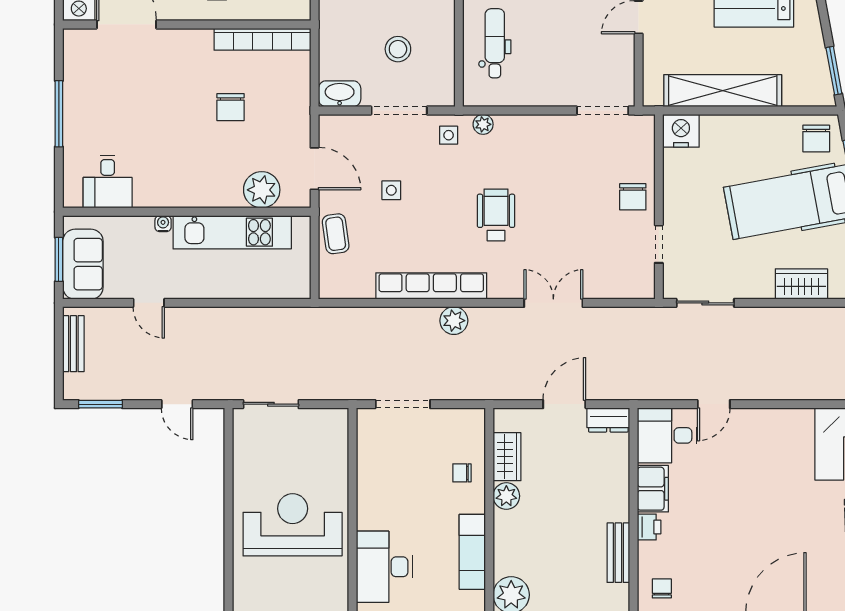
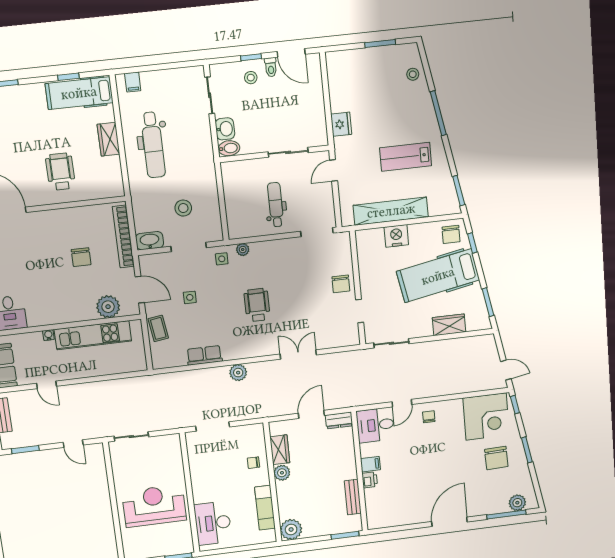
bookcase: (262, 39) -> (123, 237), moved, turned 90
dental chair: (495, 43) -> (276, 205), moved
nightstand: (681, 131) -> (396, 236), moved
row of seats: (431, 286) -> (204, 355), width x0.50
filing cabinet: (653, 489) -> (370, 464), width x0.50
chair: (662, 588) -> (429, 417), moved

